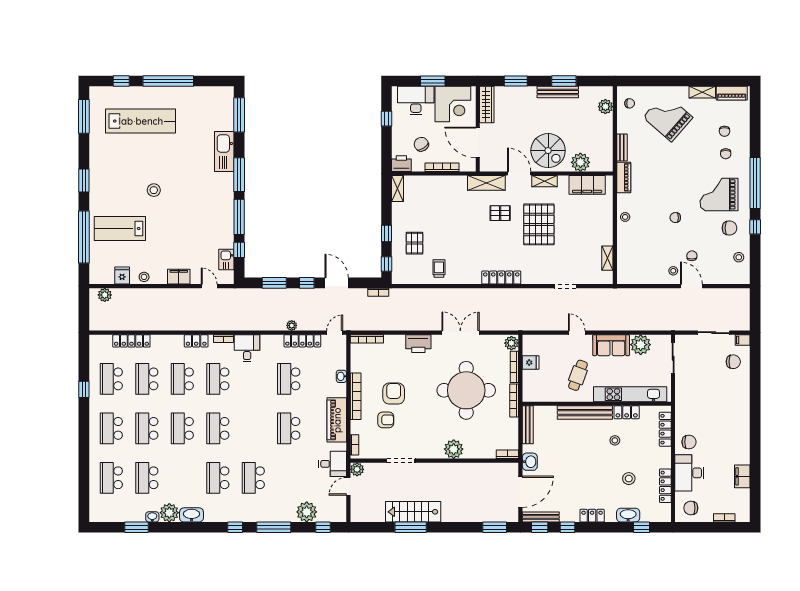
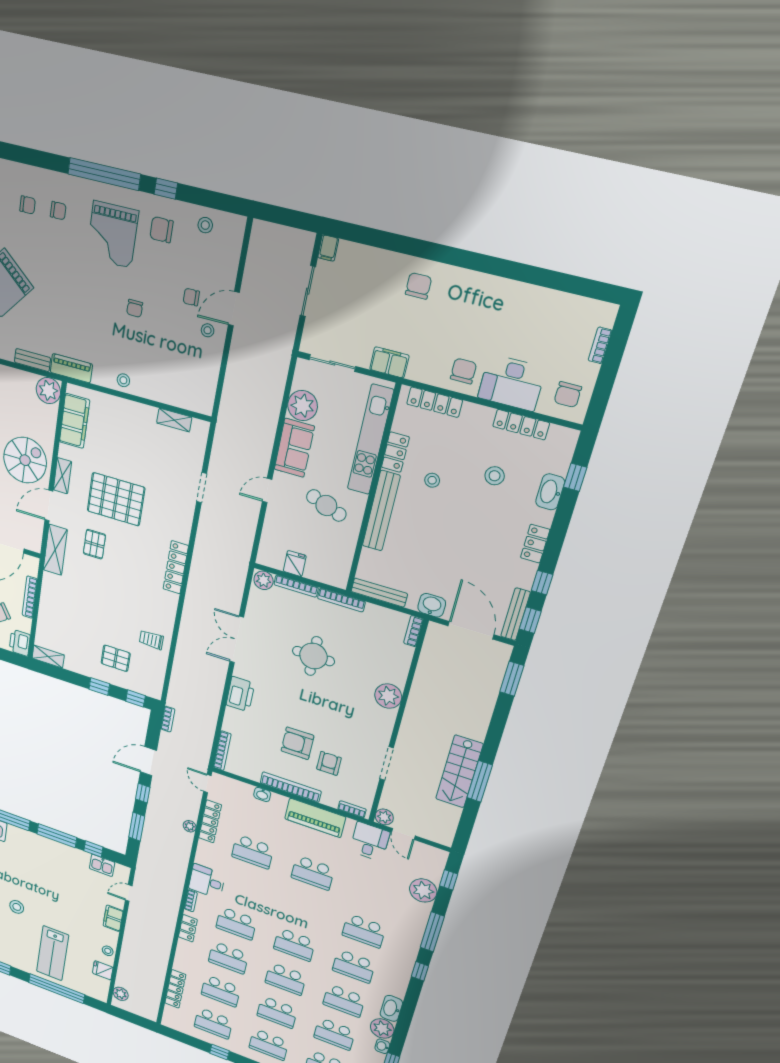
plant: (580, 162) -> (48, 391), moved
chair: (729, 228) -> (161, 230), turned -90
chair: (733, 362) -> (418, 286), moved
round table: (466, 390) -> (313, 656), width x0.54, depth x0.54
filing cabinet: (742, 476) -> (389, 362), moved, turned 180
school desk: (182, 478) -> (344, 1001), added

